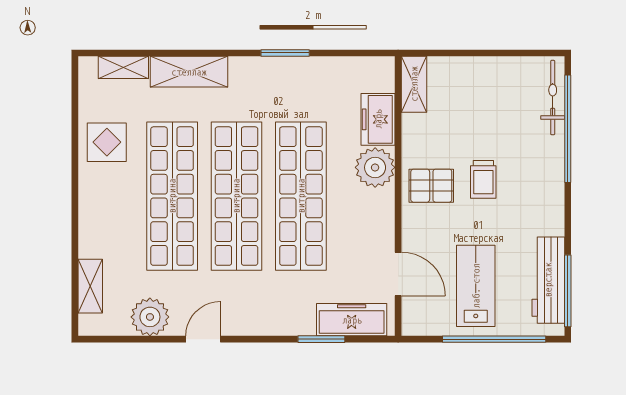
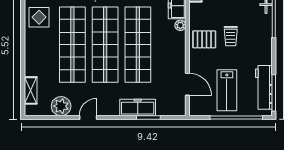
plant: (375, 167) -> (180, 25), width x0.53, depth x0.53
lab bench: (476, 286) -> (227, 90), turned 180
freezer: (352, 320) -> (138, 108), moved

